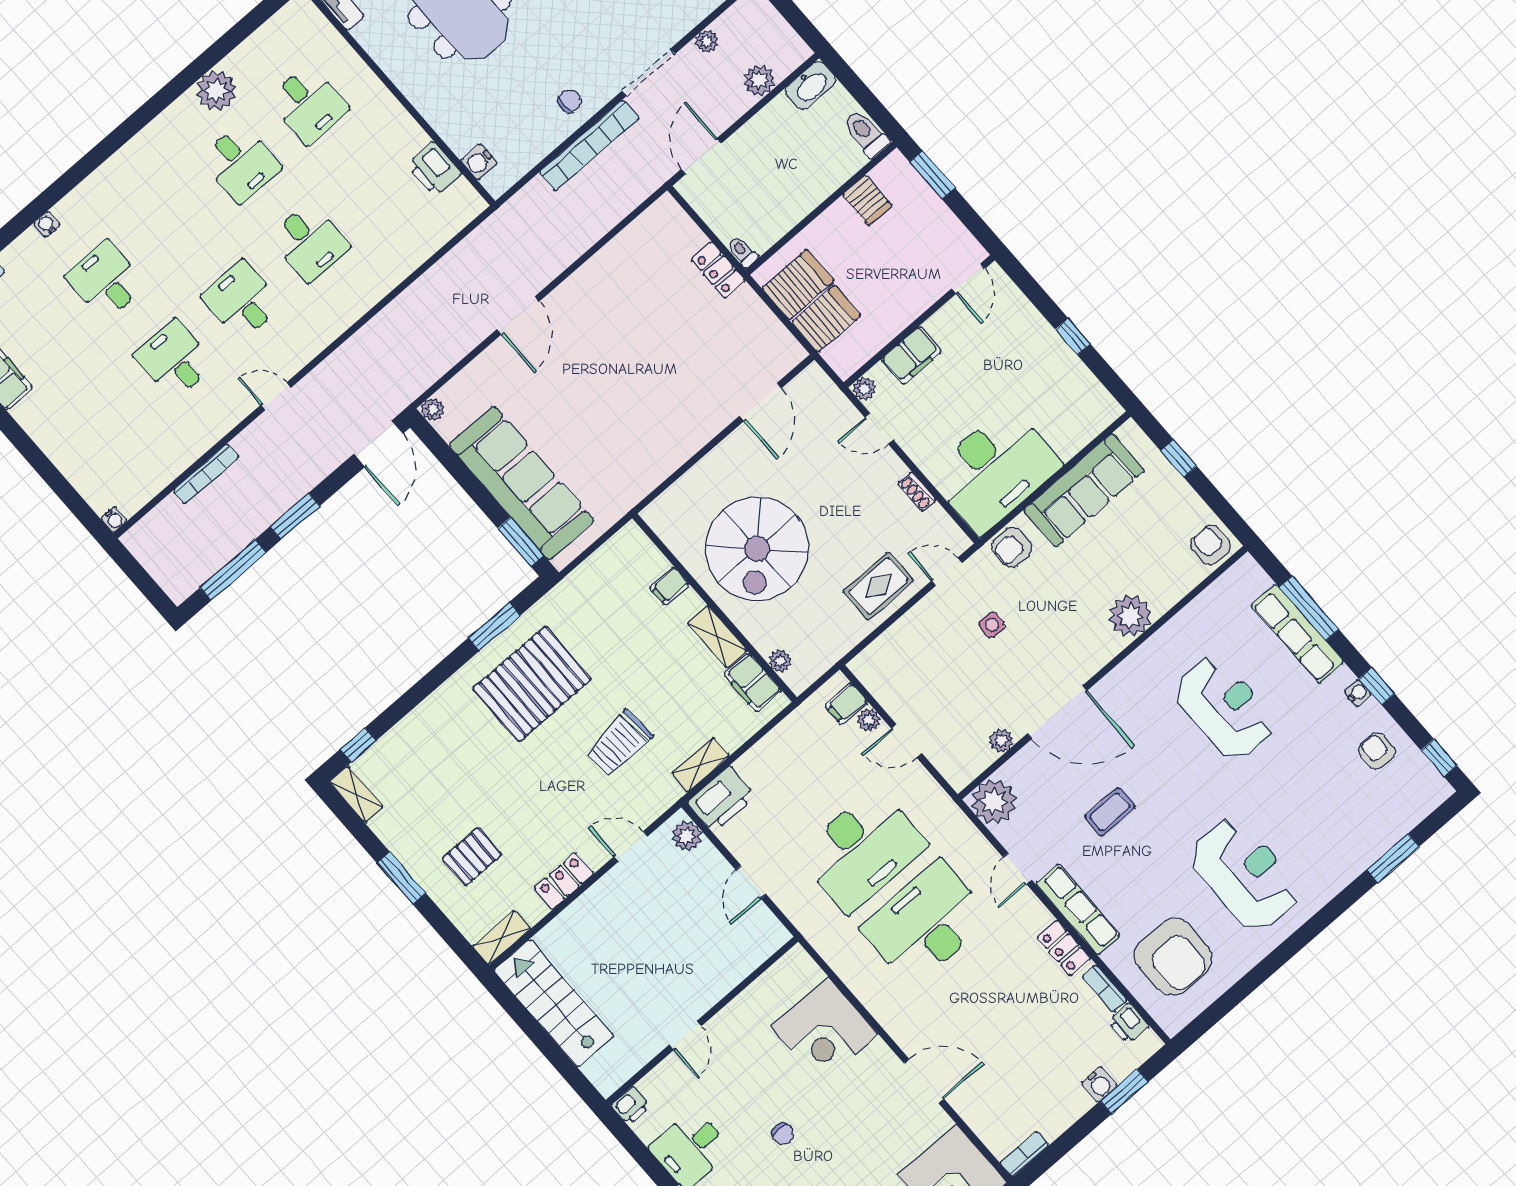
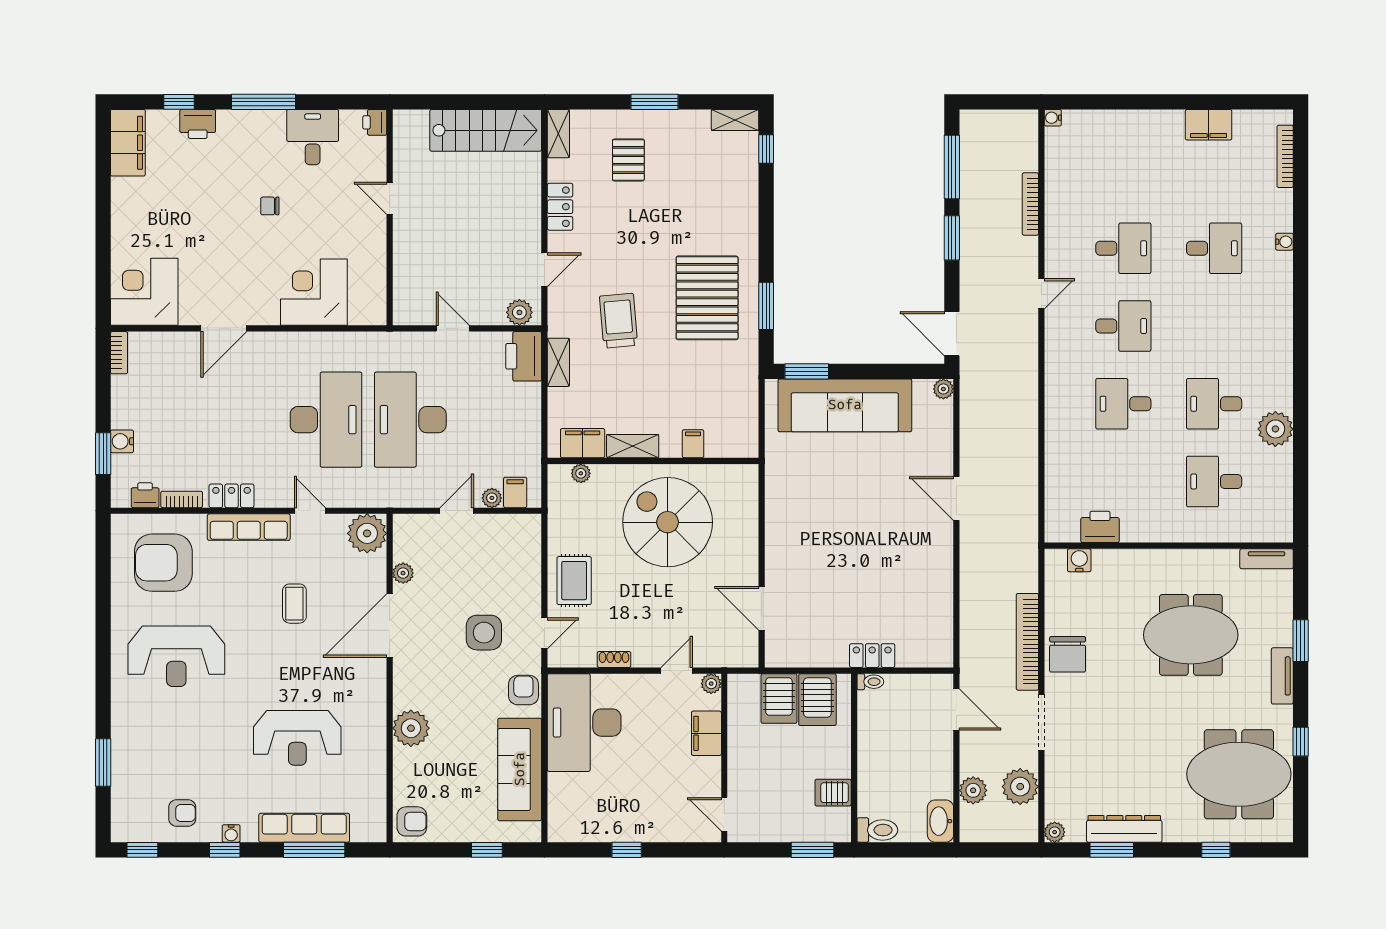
plant: (707, 41) -> (1020, 787), width x1.87, depth x1.87
chair: (570, 101) -> (1068, 654), width x1.87, depth x1.87
side table: (992, 625) -> (484, 633), width x1.87, depth x1.87

